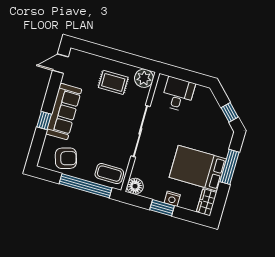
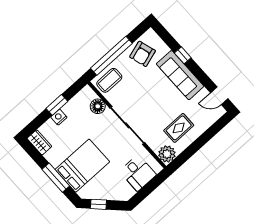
door: (60, 64) -> (219, 96), swing flipped
bed: (198, 168) -> (82, 166), moved
floor lamp: (135, 186) -> (98, 106), moved

